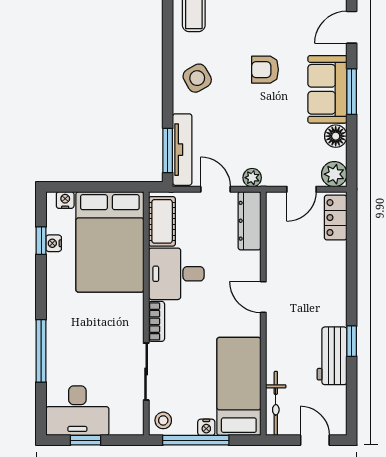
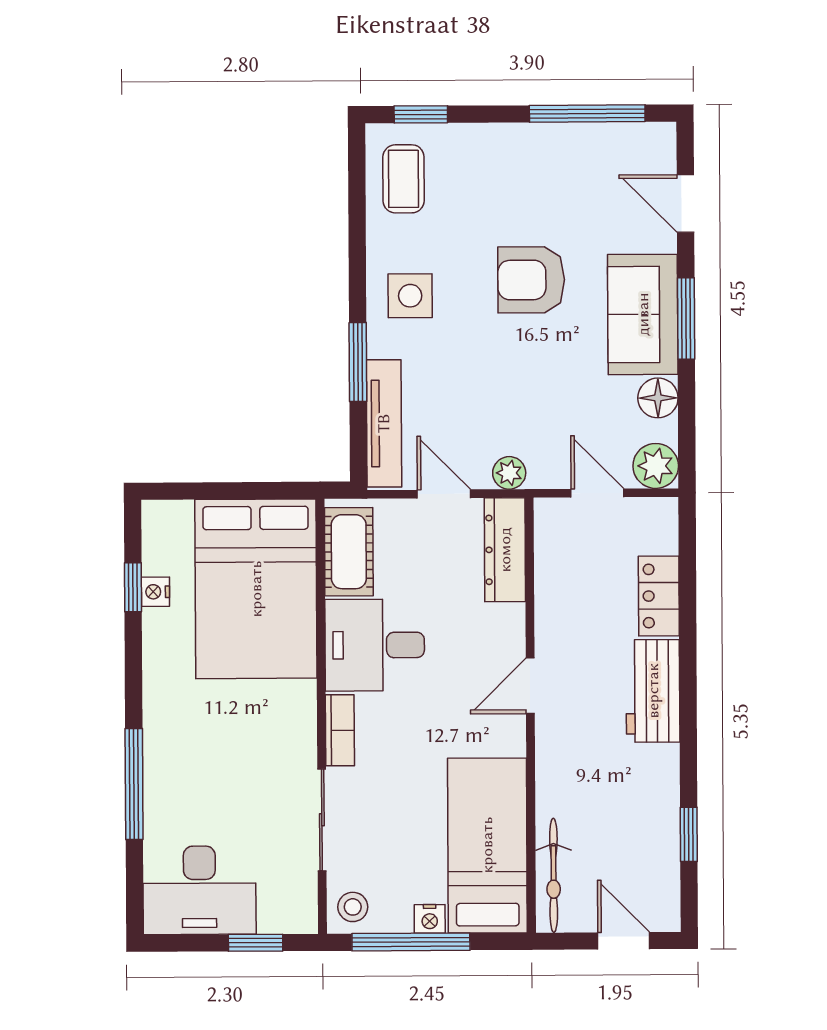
door: (352, 27) -> (685, 203), hinge flipped
armchair: (265, 70) -> (531, 280), width x1.38, depth x1.38
side table: (197, 78) -> (410, 296), turned 30
window: (168, 151) -> (358, 362), moved
door: (301, 189) -> (597, 493), swing flipped
nightstand: (65, 200) -> (176, 514), removed
locker: (336, 218) -> (659, 596), moved
door: (263, 297) -> (530, 686), hinge flipped
window: (352, 341) -> (689, 834), moved
workbench: (332, 356) -> (653, 691), moved
window: (86, 440) -> (256, 943), moved

